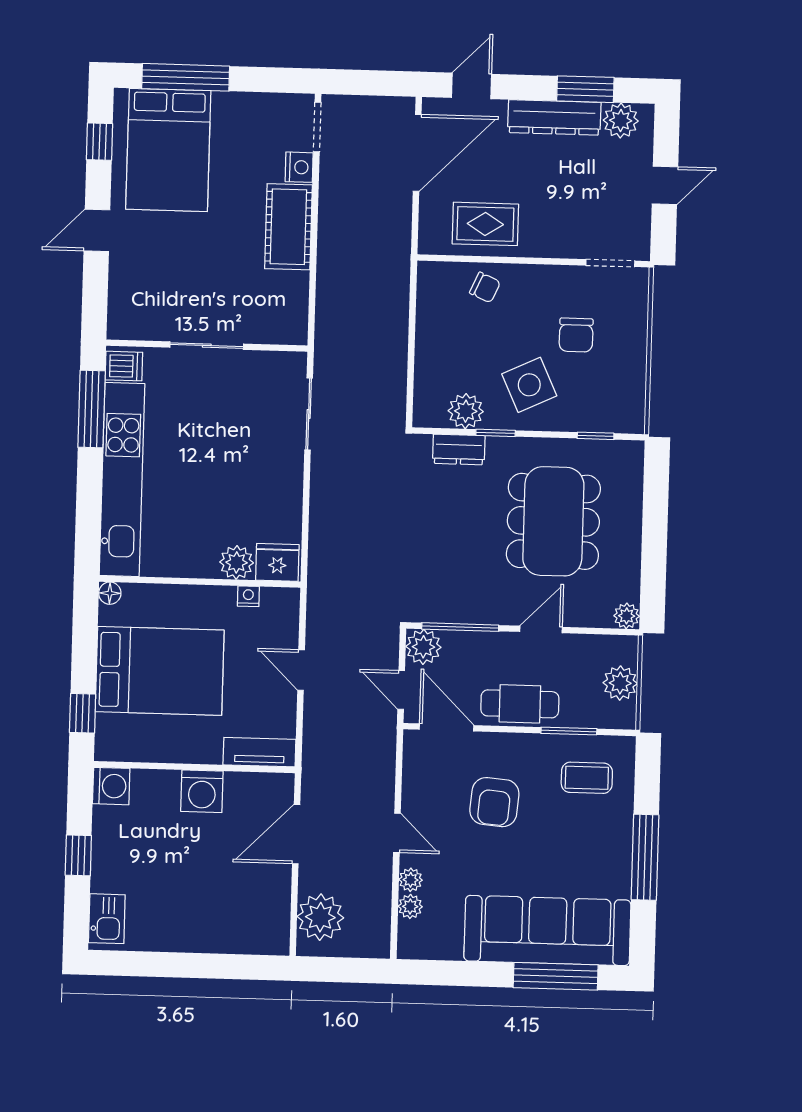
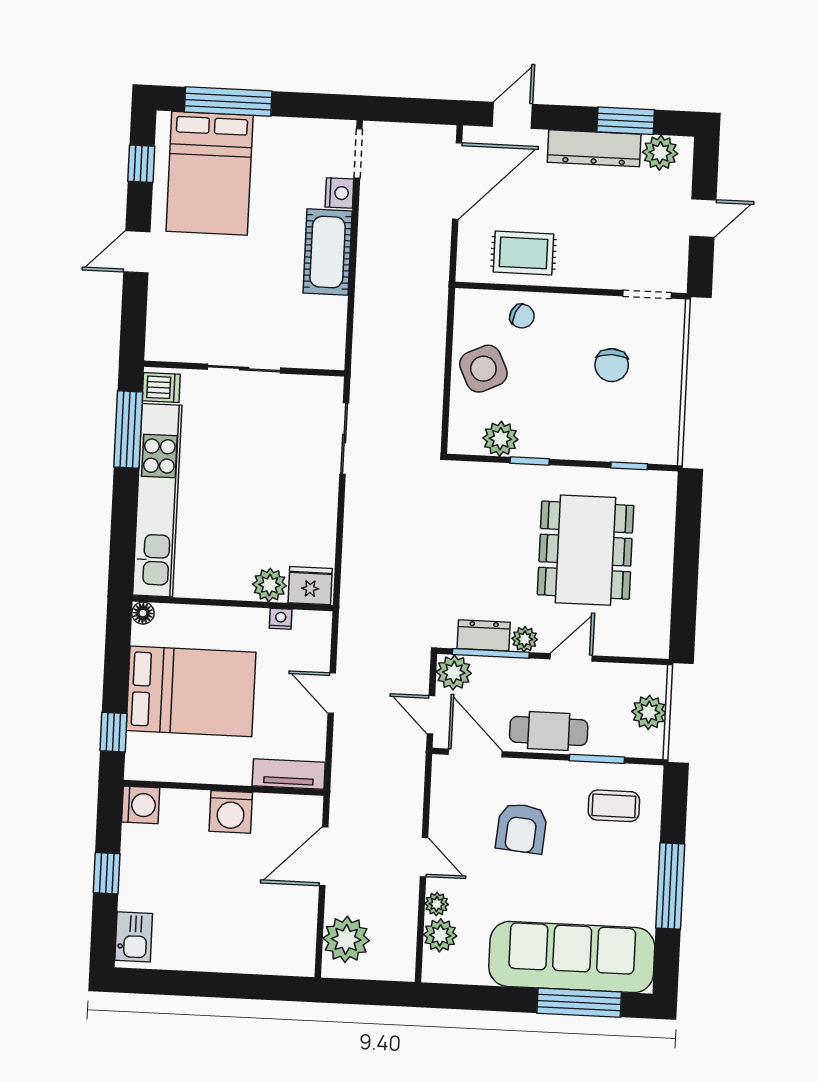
side table: (529, 385) -> (483, 369), moved
dresser: (459, 450) -> (484, 635), moved, turned 180
plant: (627, 616) -> (525, 639), moved
plant: (410, 906) -> (440, 935), width x1.38, depth x1.38

